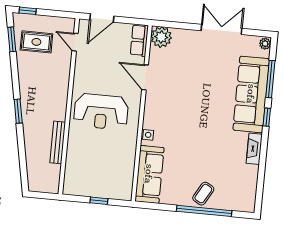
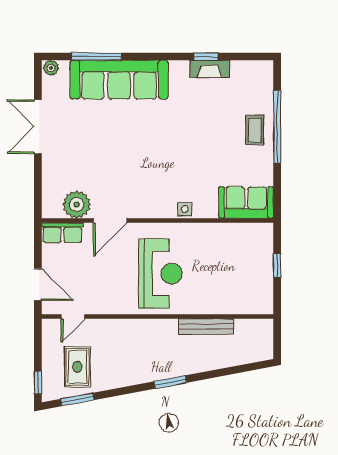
plant: (161, 37) -> (77, 204), moved
window: (267, 117) -> (206, 57), moved
fireplace: (254, 149) -> (210, 69), moved
sofa: (149, 174) -> (246, 203), width x0.73
coffee table: (203, 194) -> (255, 130), turned 60

